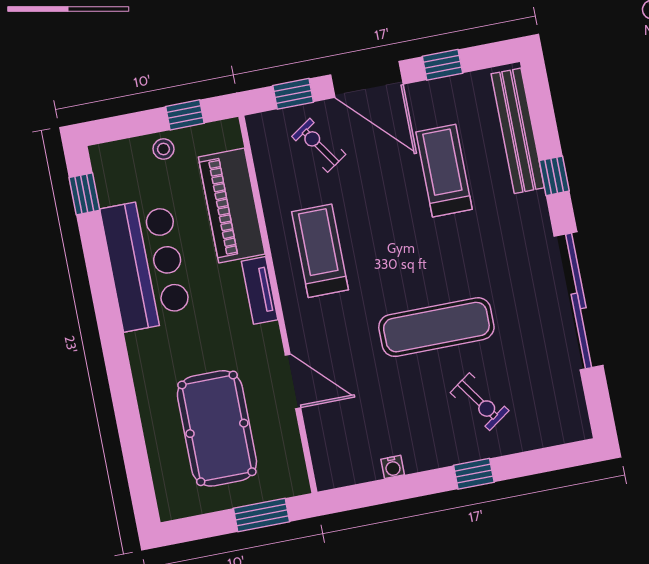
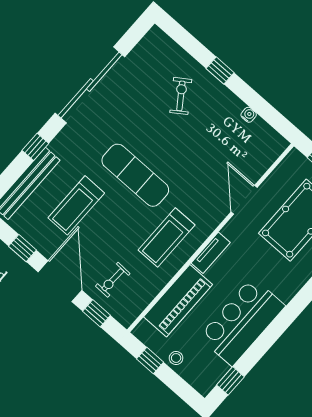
exercise bike: (319, 145) -> (113, 280), turned 36
exercise mat: (436, 327) -> (135, 175), moved

